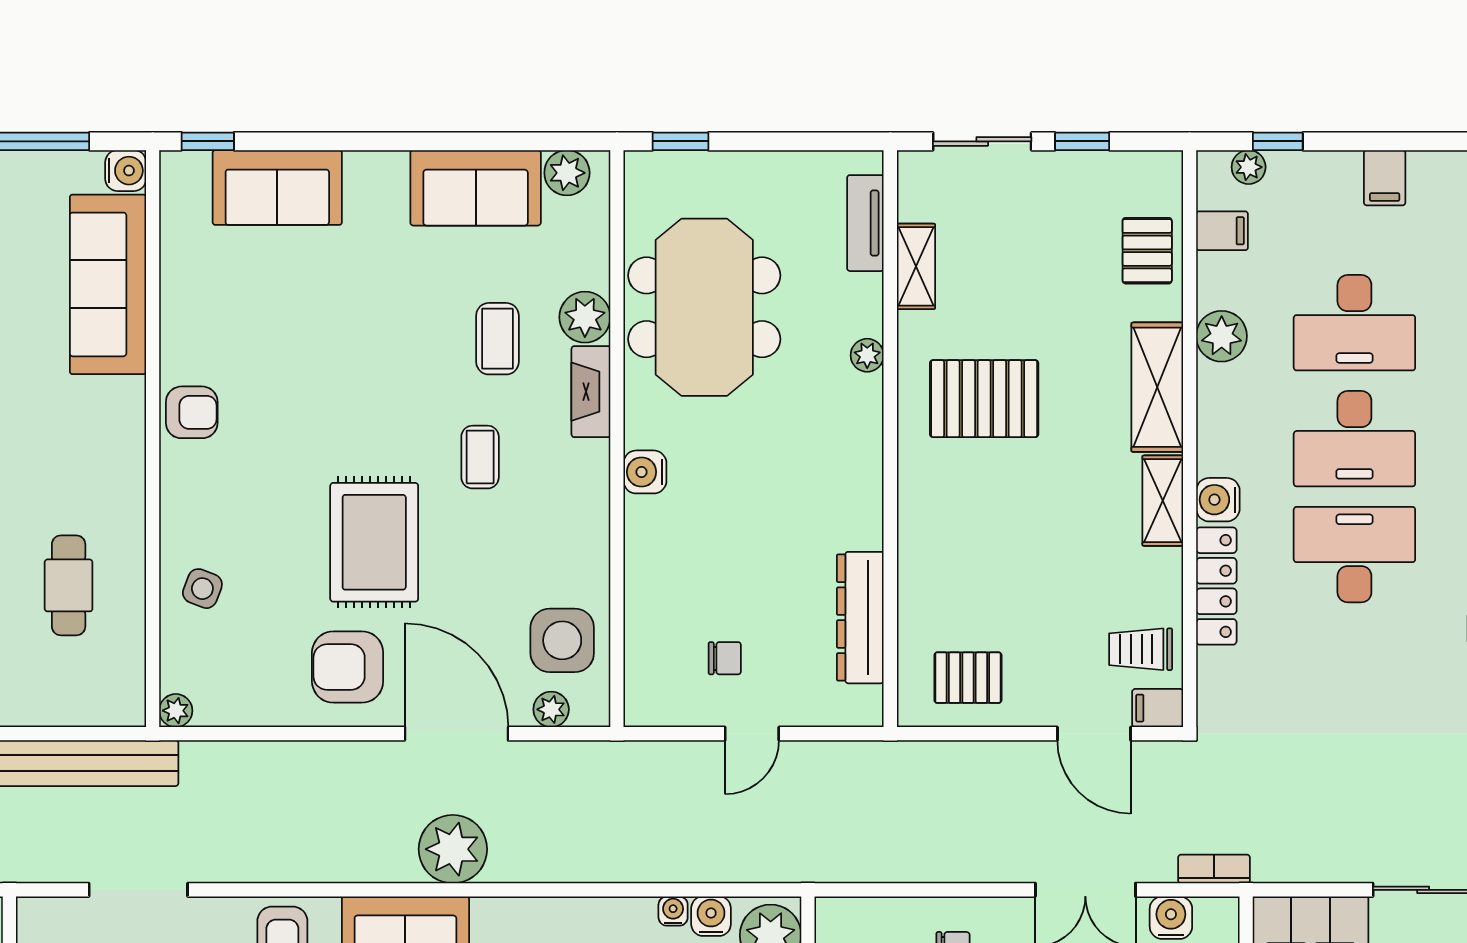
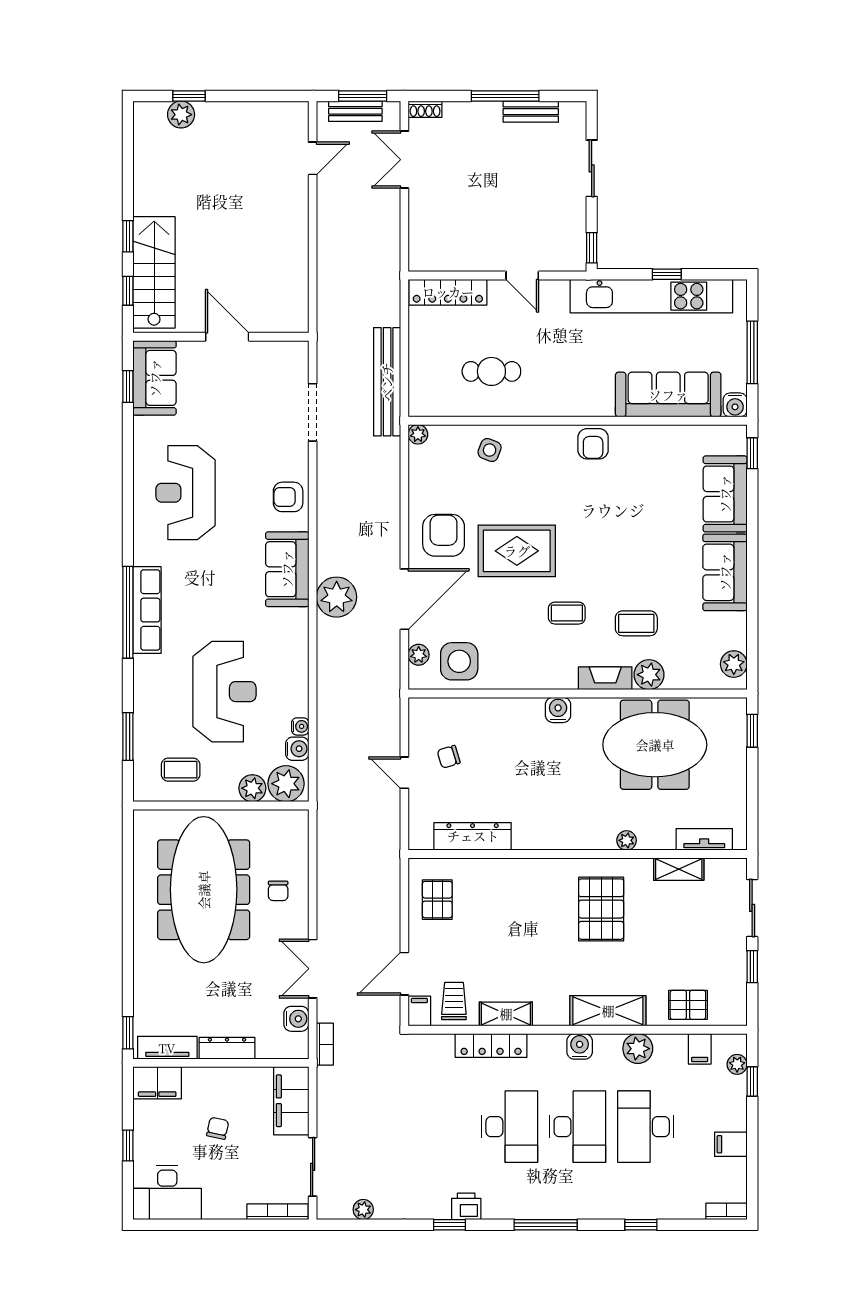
sofa: (476, 188) -> (725, 572), moved
desk: (1354, 439) -> (578, 1127), turned 180
water cooler: (1218, 500) -> (580, 1046), moved
shelving: (1163, 501) -> (506, 1014), moved
chair: (725, 658) -> (449, 757), turned 73

